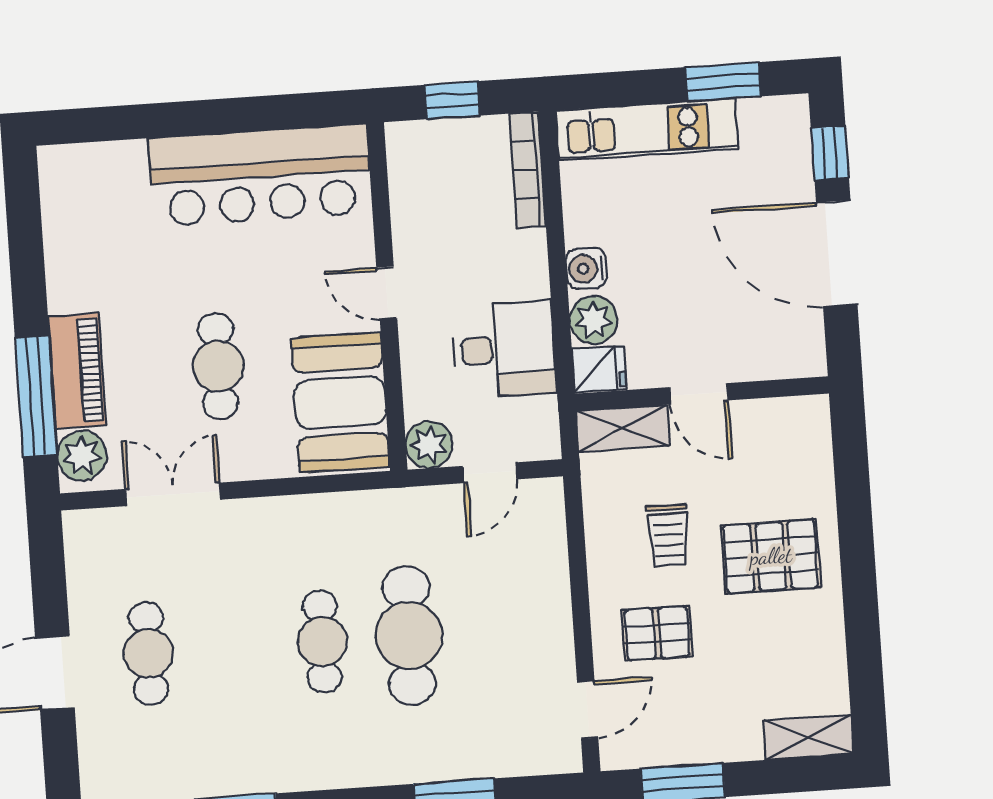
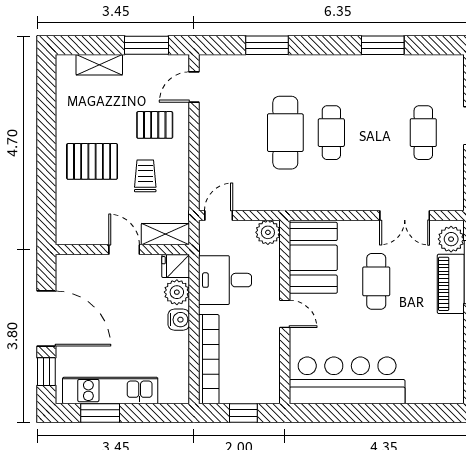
kitchen unit: (647, 130) -> (110, 391), moved
bookcase: (528, 170) -> (209, 359), width x1.48, depth x1.31
door: (490, 473) -> (219, 215), moved
shelving: (808, 737) -> (99, 65), moved

